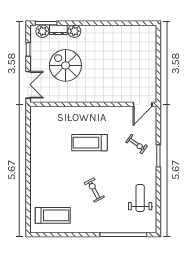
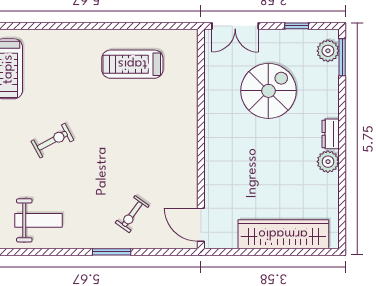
dresser: (58, 30) -> (331, 134), moved
plant: (74, 31) -> (328, 162), moved
wardrobe: (148, 57) -> (283, 234), added
treadmill: (89, 143) -> (132, 64), moved, turned -90

